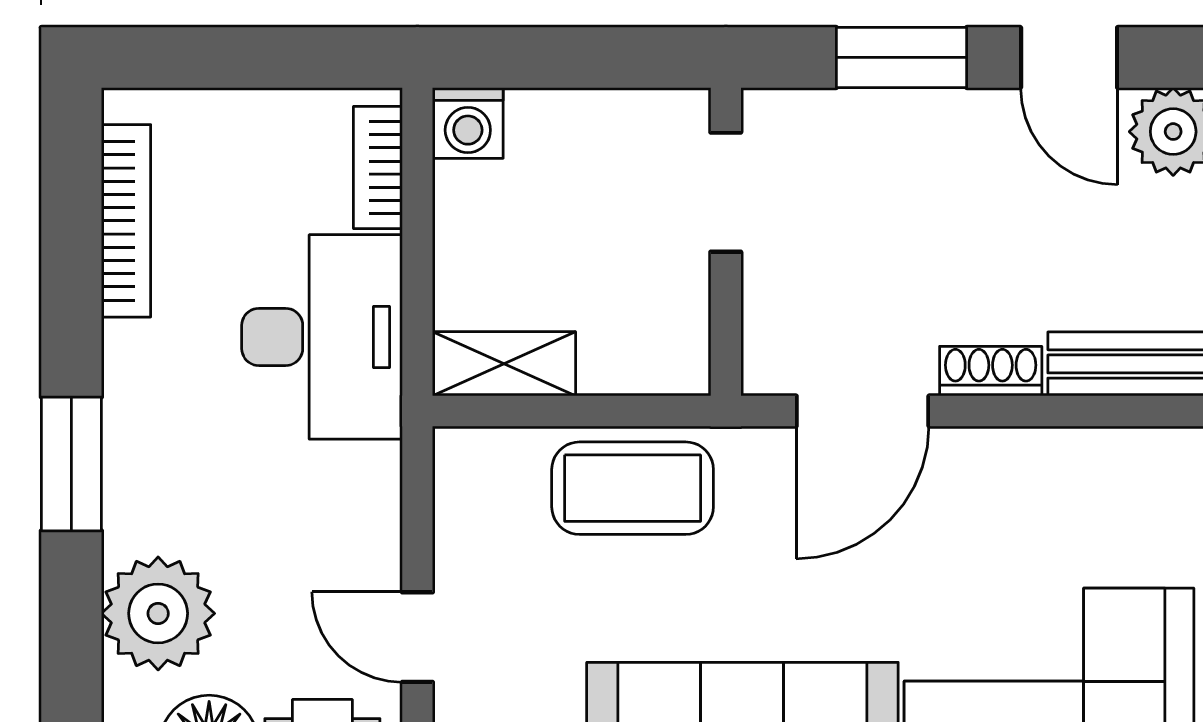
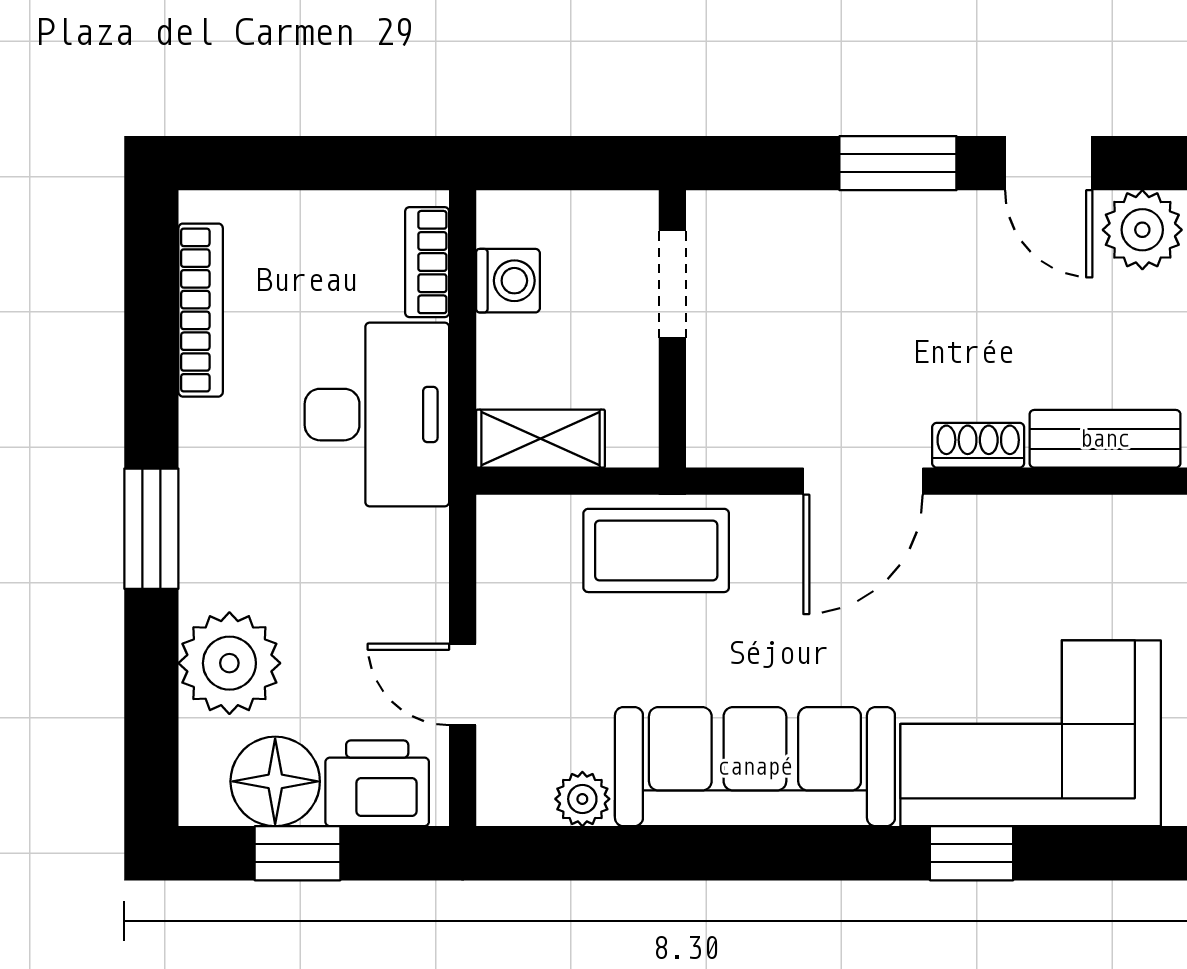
washing machine: (468, 123) -> (508, 281), moved, turned -90
doorway: (726, 192) -> (672, 284), moved
wall: (726, 242) -> (672, 329), moved

